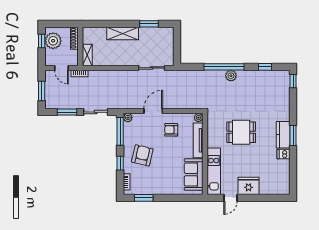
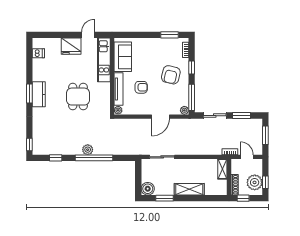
window: (65, 24) -> (243, 198), added
boiler: (167, 34) -> (148, 189), added
armchair: (171, 130) -> (141, 87), moved
dining table: (241, 132) -> (78, 97), turned 90
dishwasher: (283, 154) -> (38, 53), moved

